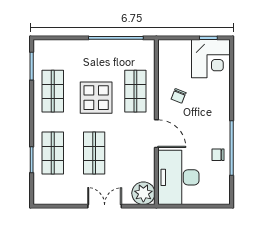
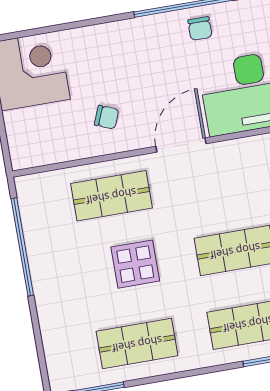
display table: (96, 98) -> (135, 264), width x0.73, depth x0.73

